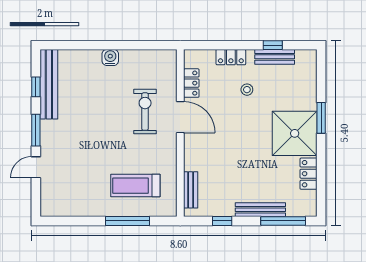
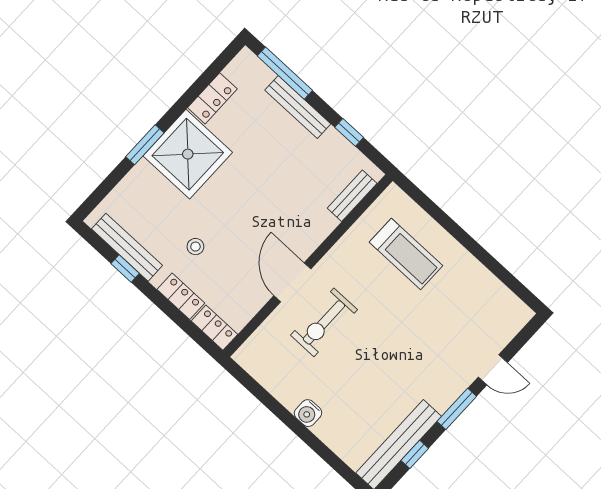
bench: (275, 57) -> (127, 247), width x1.36
locker: (191, 83) -> (214, 328), moved, turned 90
window: (128, 221) -> (449, 224), removed

